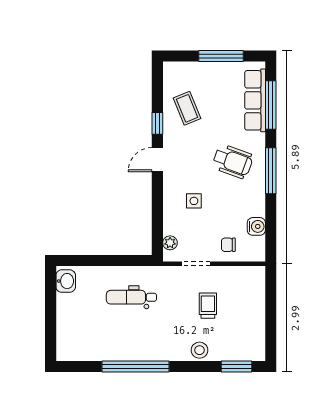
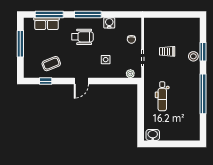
row of seats: (255, 100) -> (47, 24), width x0.68
window: (157, 123) -> (46, 81), moved
door: (157, 160) -> (81, 81), hinge flipped
wheelchair: (233, 161) -> (82, 37), turned 70
water cooler: (256, 226) -> (109, 23), moved
window: (237, 366) -> (203, 52), moved

